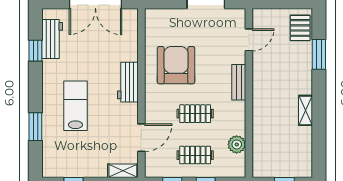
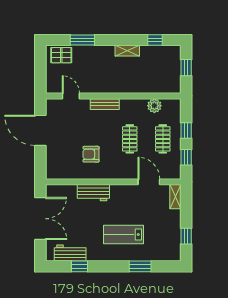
armchair: (176, 65) -> (91, 154), width x0.53, depth x0.53
workbench: (128, 82) -> (93, 193), moved
window: (319, 145) -> (155, 40), added

